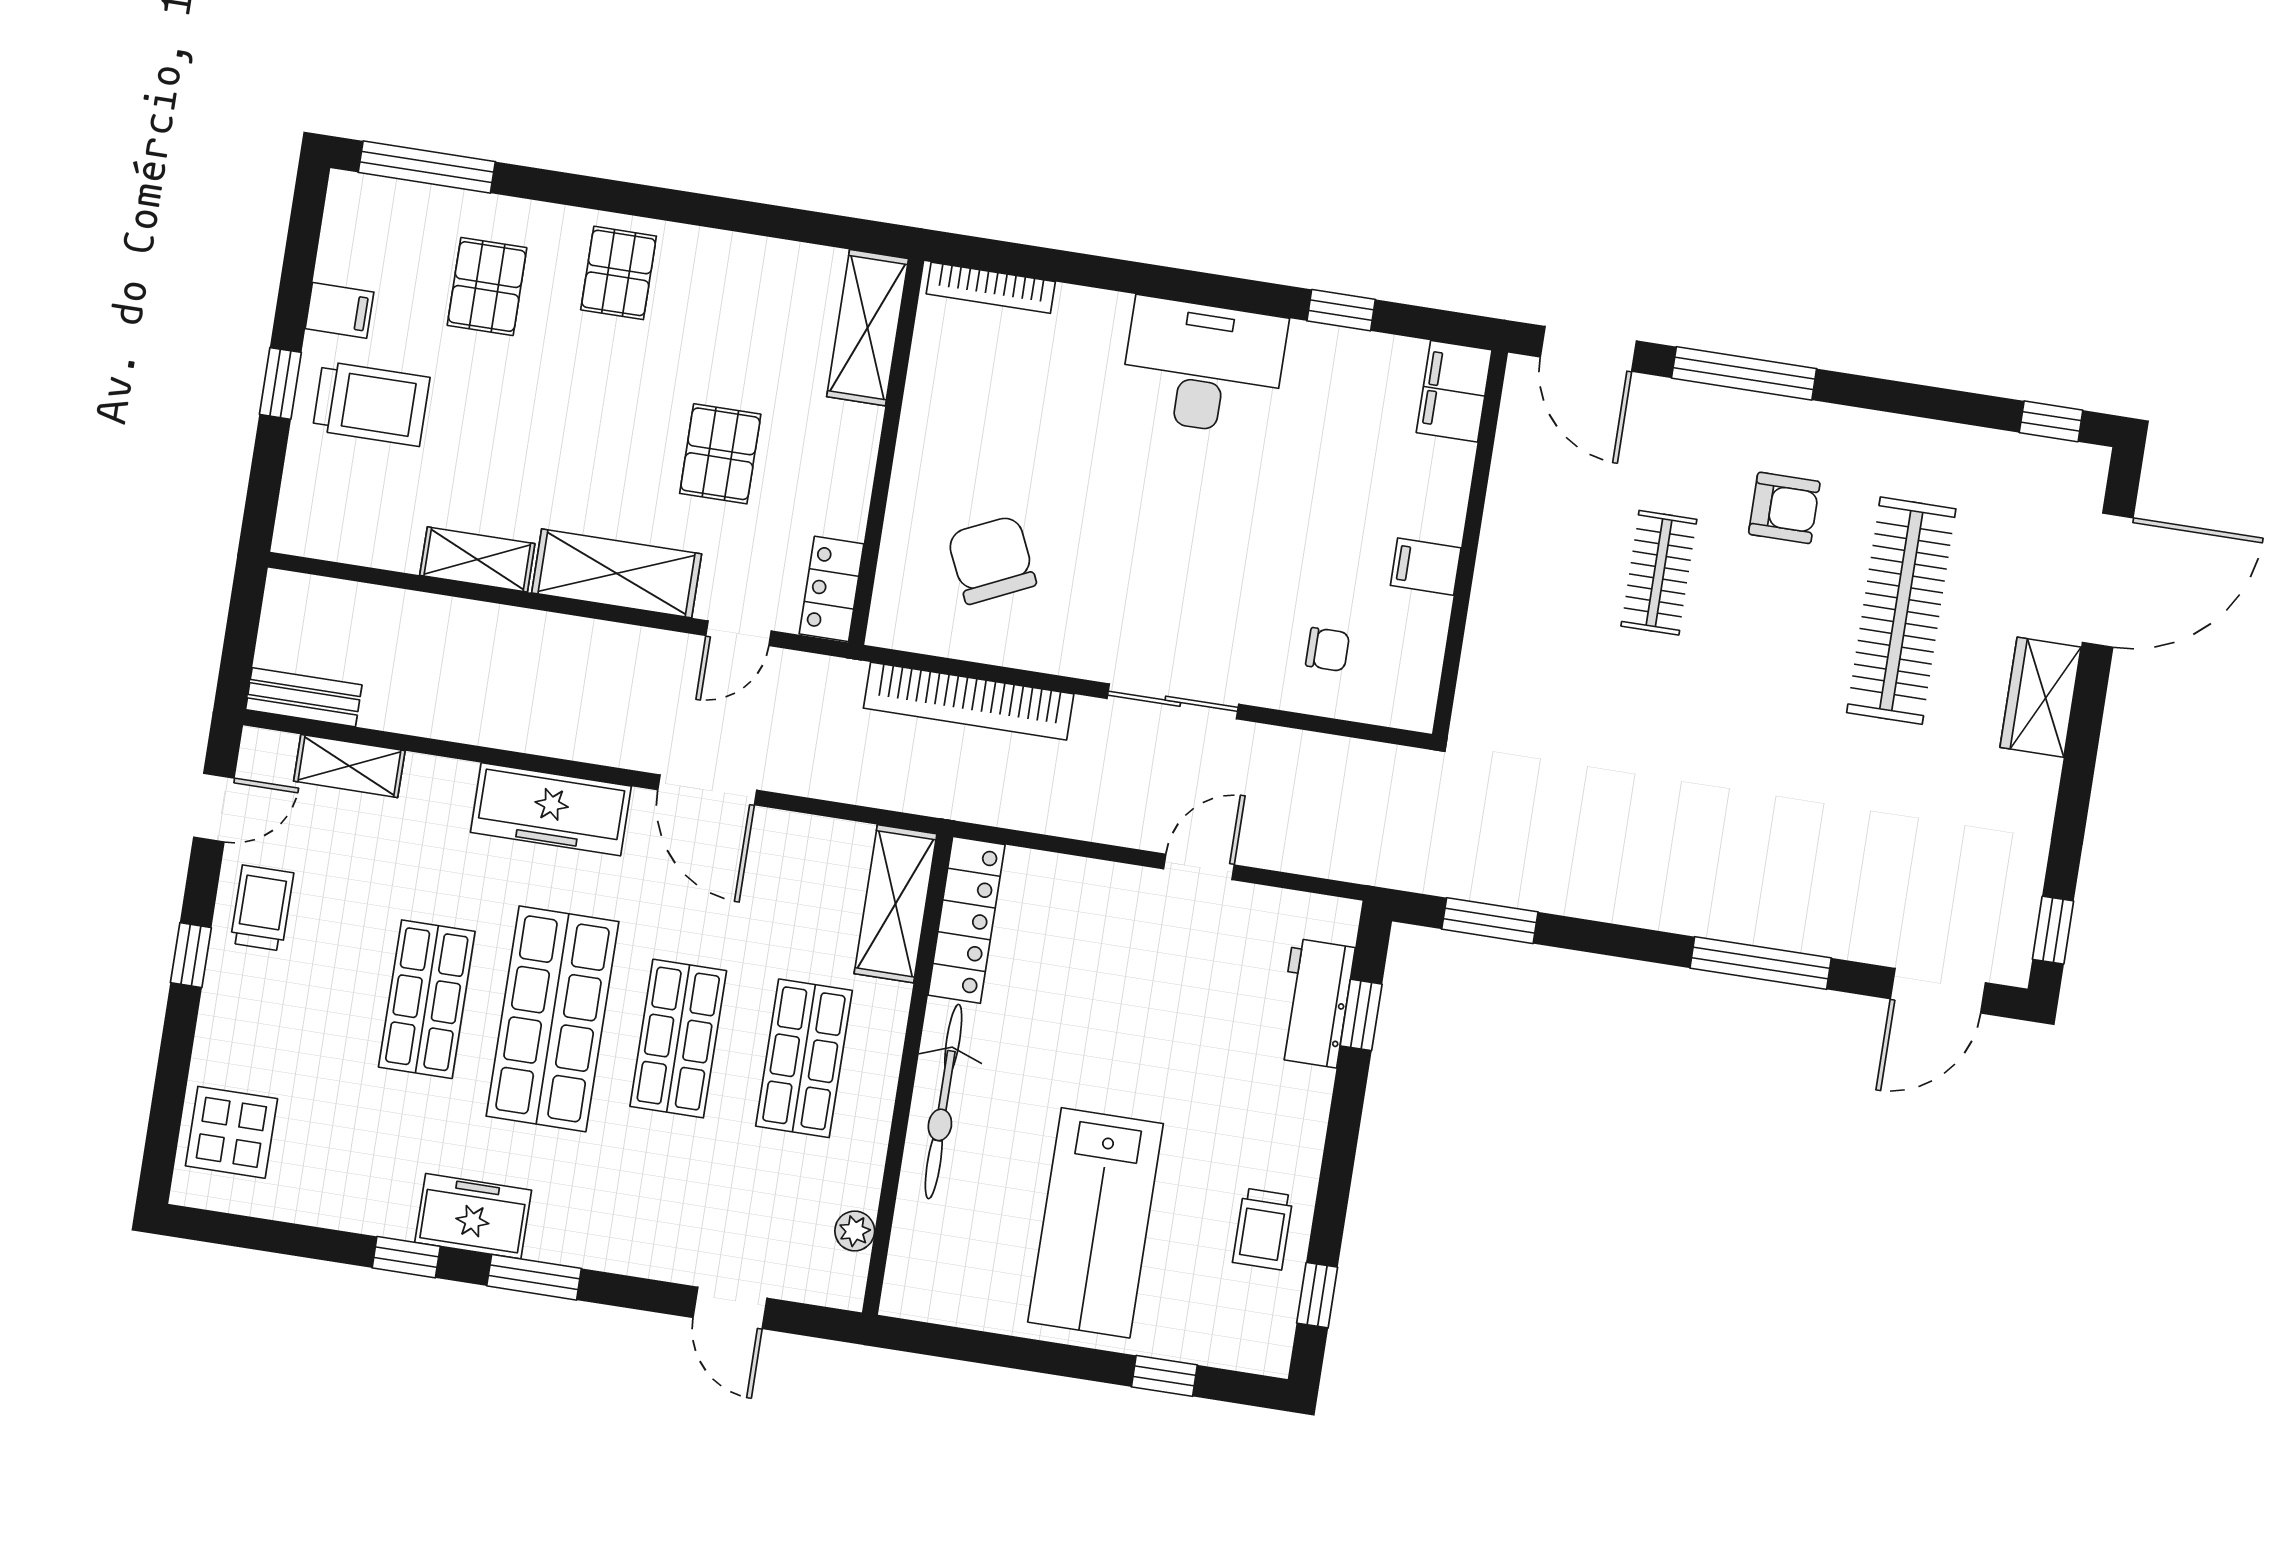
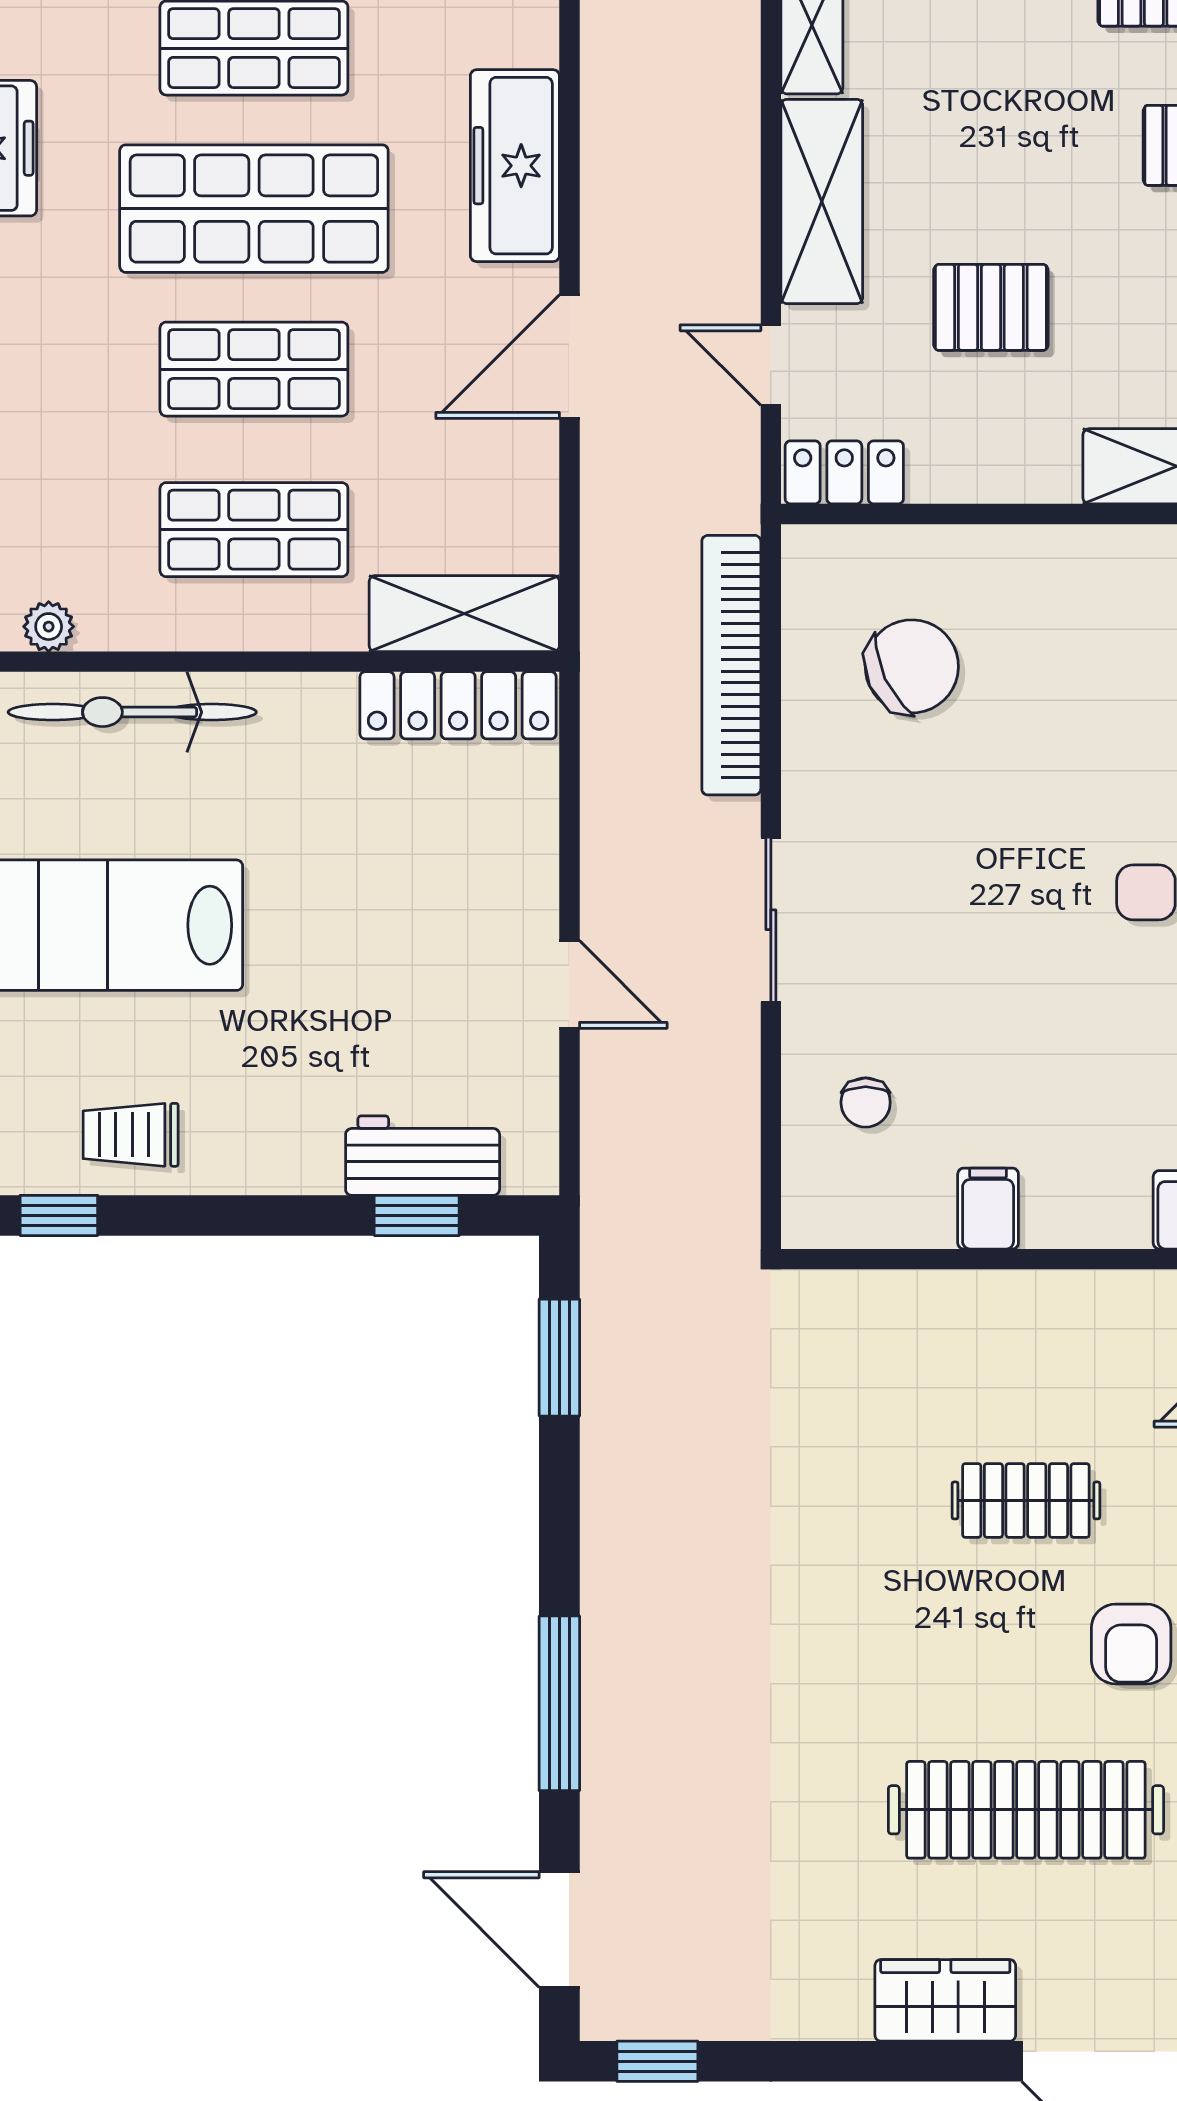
bicycle: (944, 1102) -> (132, 712), moved

